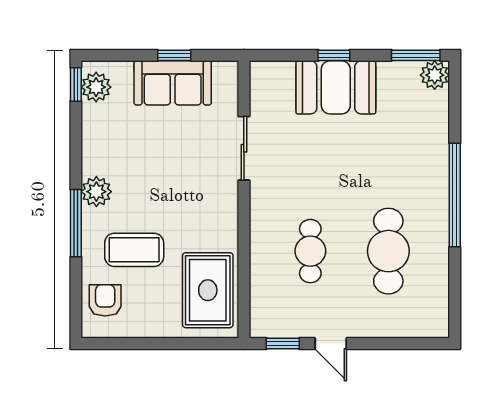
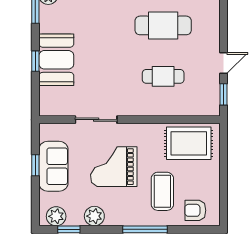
window: (76, 84) -> (69, 229), moved
grand piano: (172, 175) -> (114, 167), added
plant: (96, 192) -> (94, 216), moved

